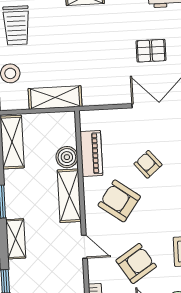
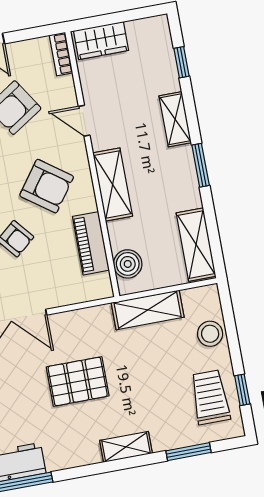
pallet: (151, 51) -> (78, 381), moved, width x1.50, depth x1.42
boiler: (67, 157) -> (128, 264), moved

